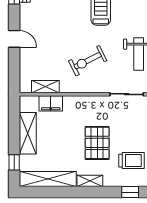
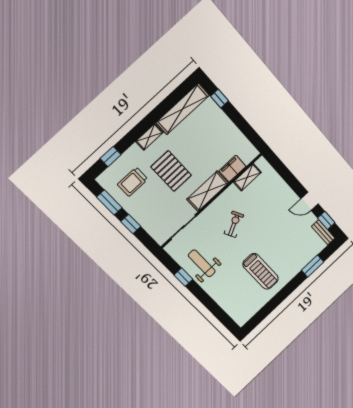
door: (14, 39) -> (310, 201), moved
exercise bike: (88, 61) -> (234, 224), width x0.73, depth x0.72
shelving: (28, 133) -> (208, 191), moved, turned 90

